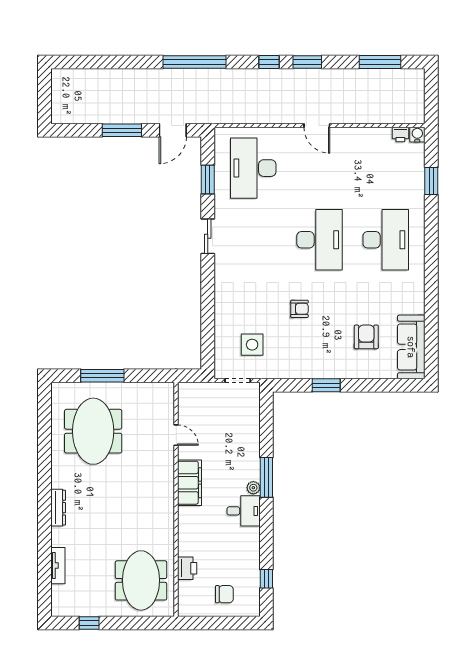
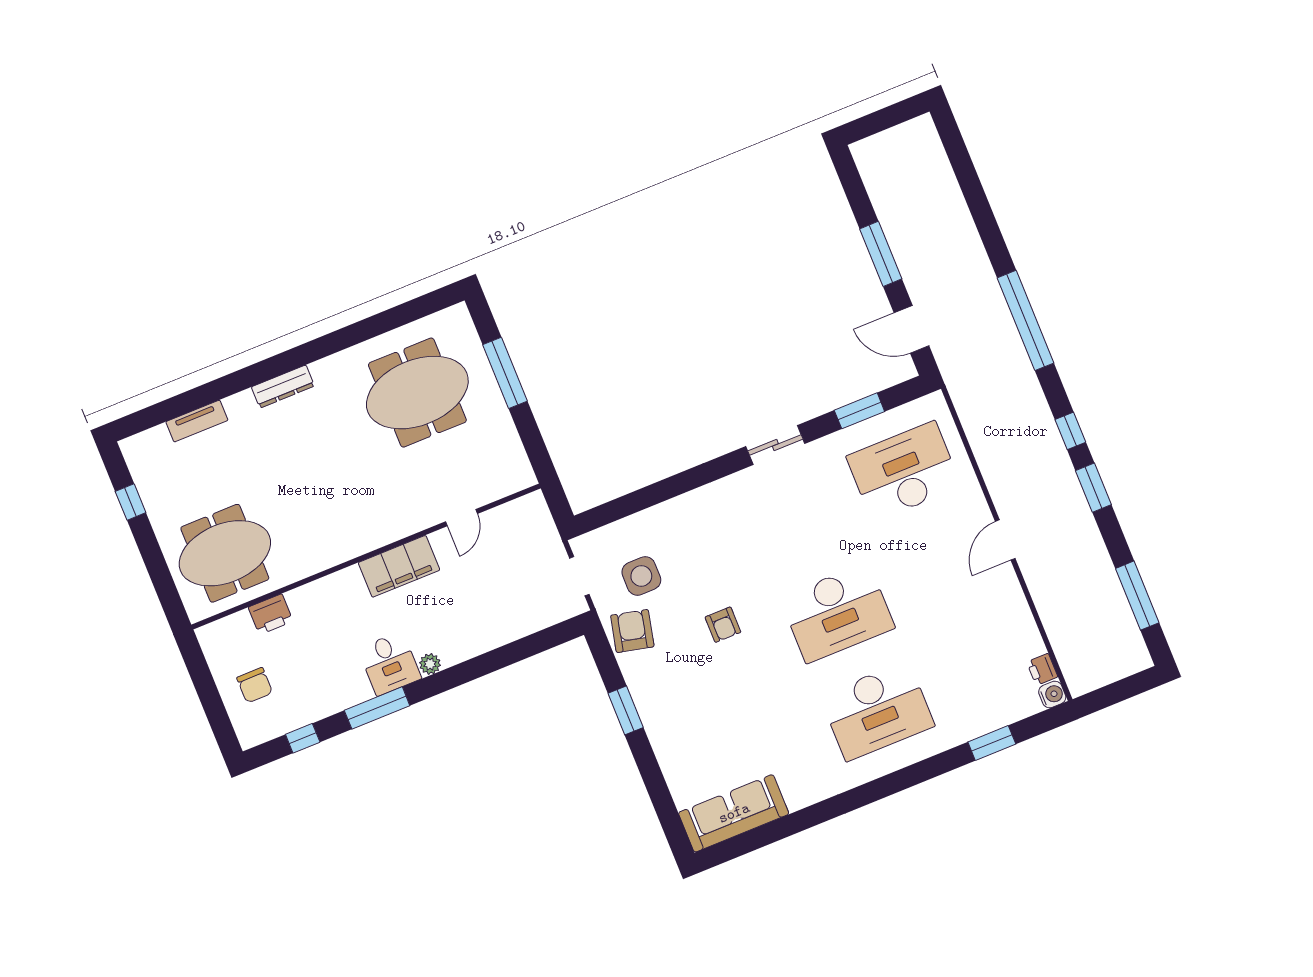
armchair: (366, 337) -> (632, 631), moved, turned -77
window: (266, 477) -> (377, 708), moved

